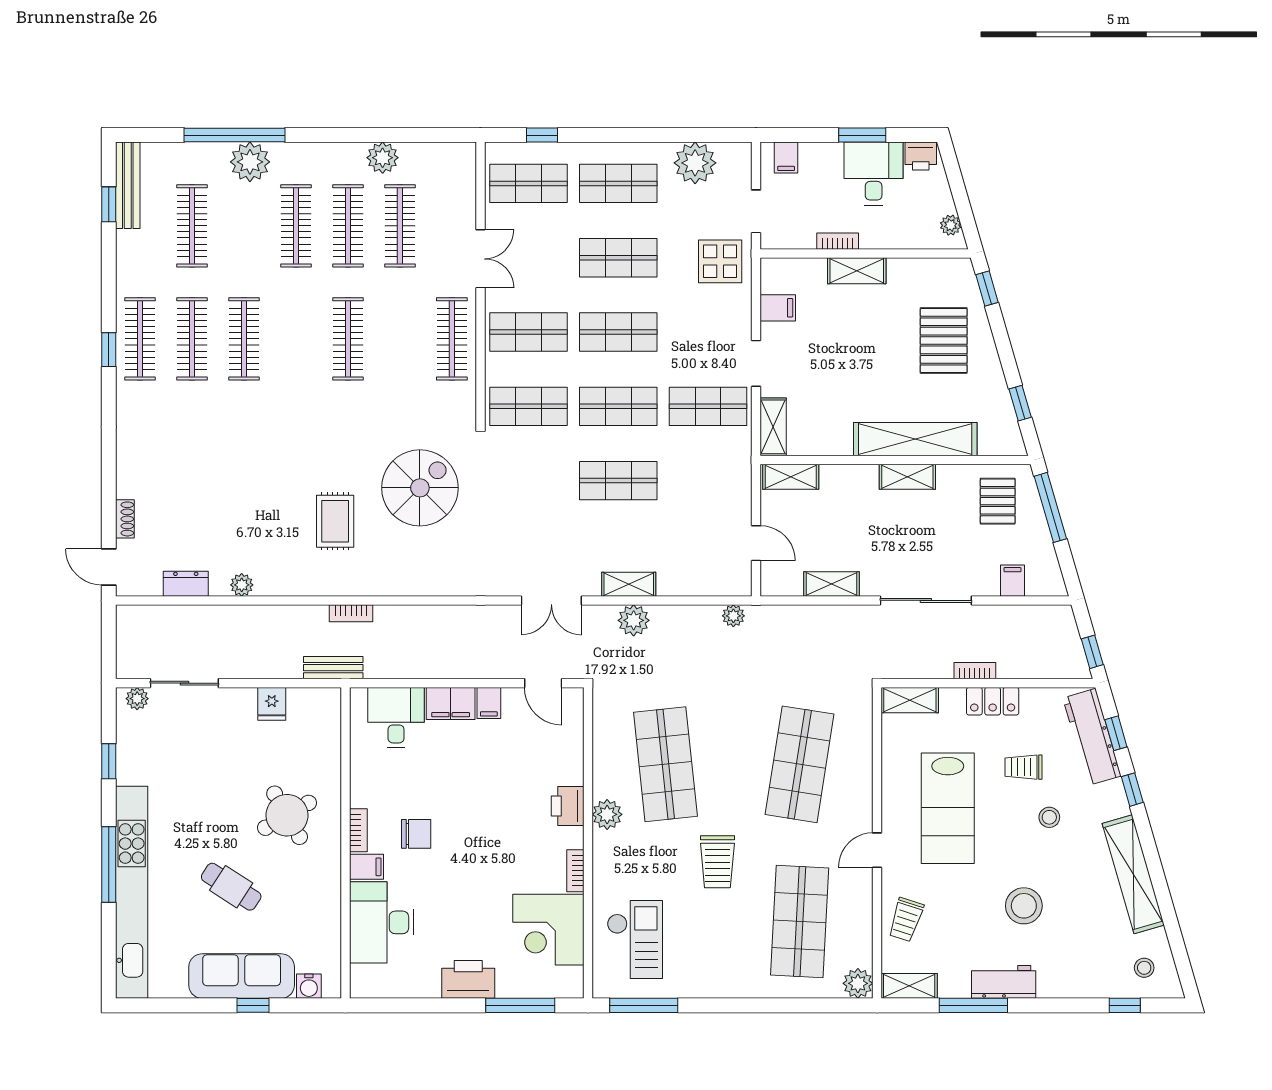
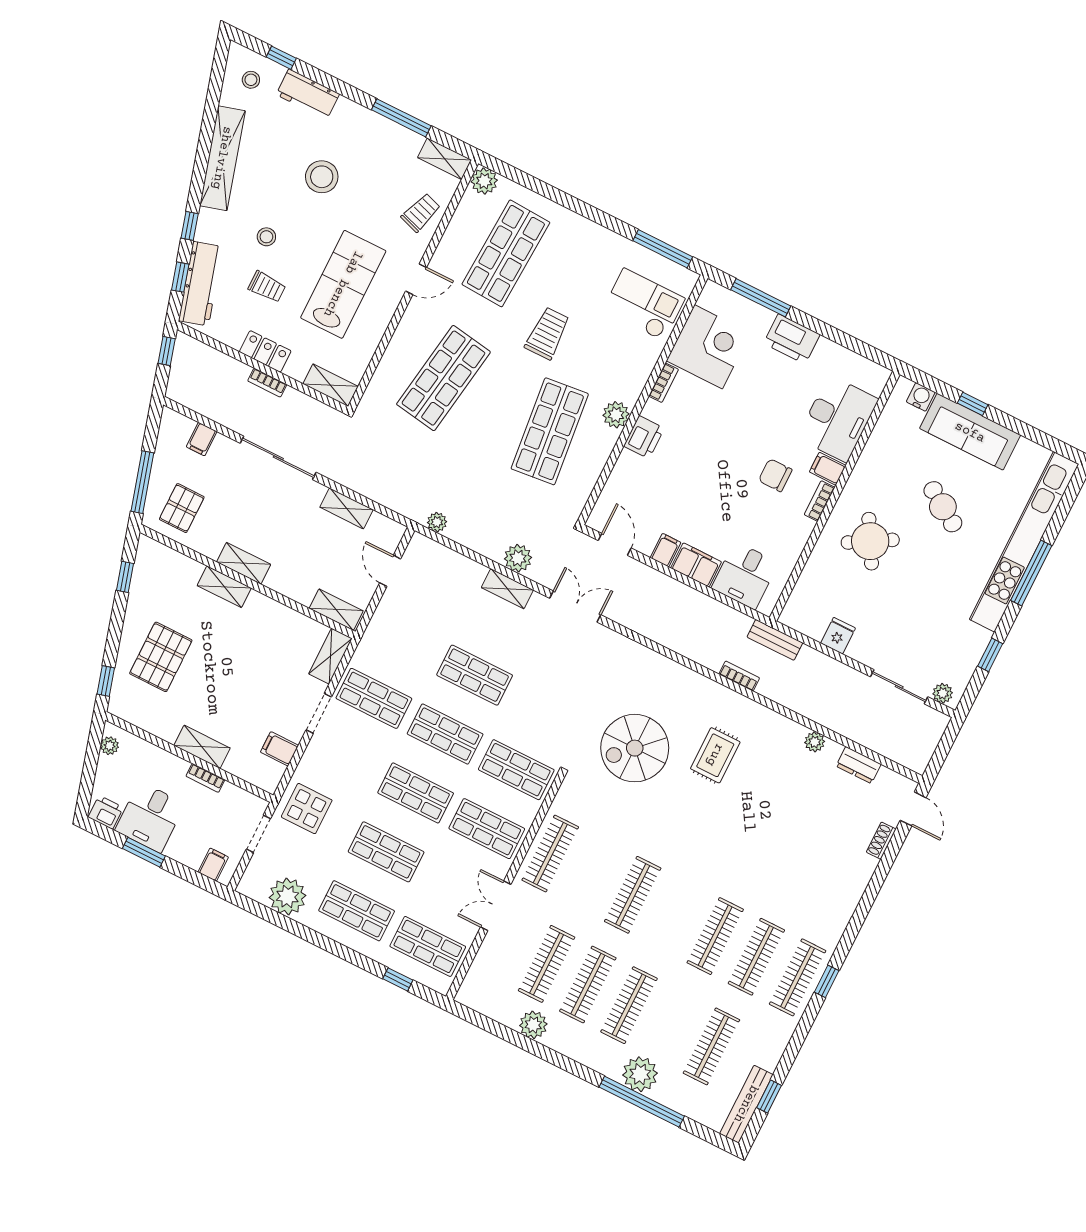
shelving: (915, 439) -> (224, 587), width x0.45, depth x0.75
checkout: (635, 939) -> (644, 305), turned 90
workbench: (1004, 982) -> (308, 94), moved

